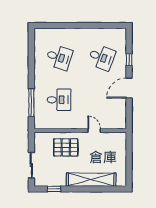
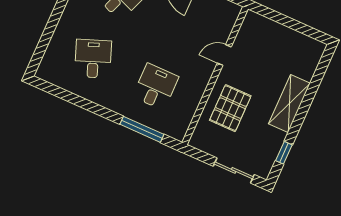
desk: (59, 57) -> (93, 59), turned -39
shelving: (91, 180) -> (289, 103), width x0.68

